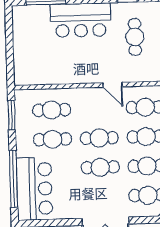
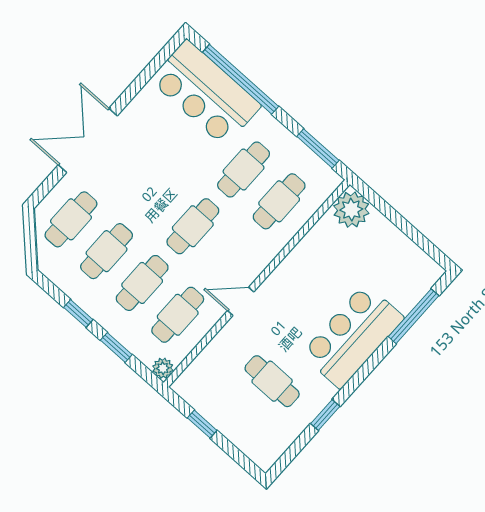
plant: (25, 74) -> (351, 210), added
cafe table: (100, 167) -> (157, 194), removed

